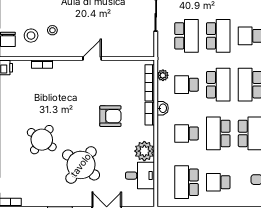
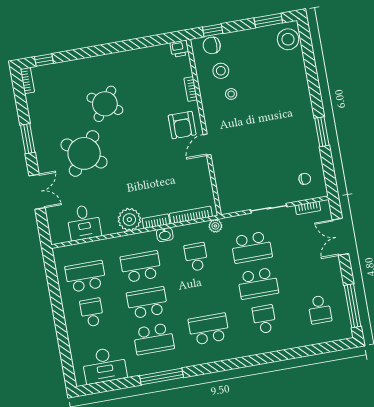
door: (92, 59) -> (207, 145), swing flipped
plant: (163, 75) -> (215, 226), moved
school desk: (218, 85) -> (203, 293), removed
armchair: (110, 116) -> (182, 125), moved
school desk: (186, 133) -> (141, 267), width x1.85
plant: (144, 151) -> (129, 220), moved

